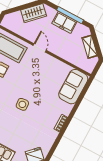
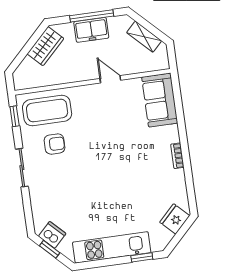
door: (40, 48) -> (110, 79), moved
side table: (22, 104) -> (114, 167), removed

